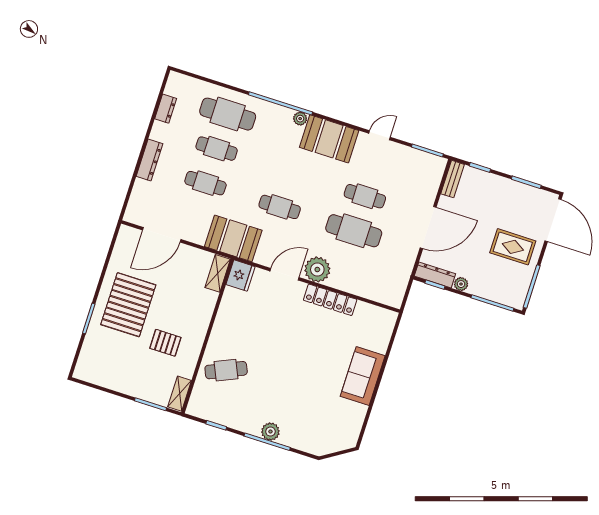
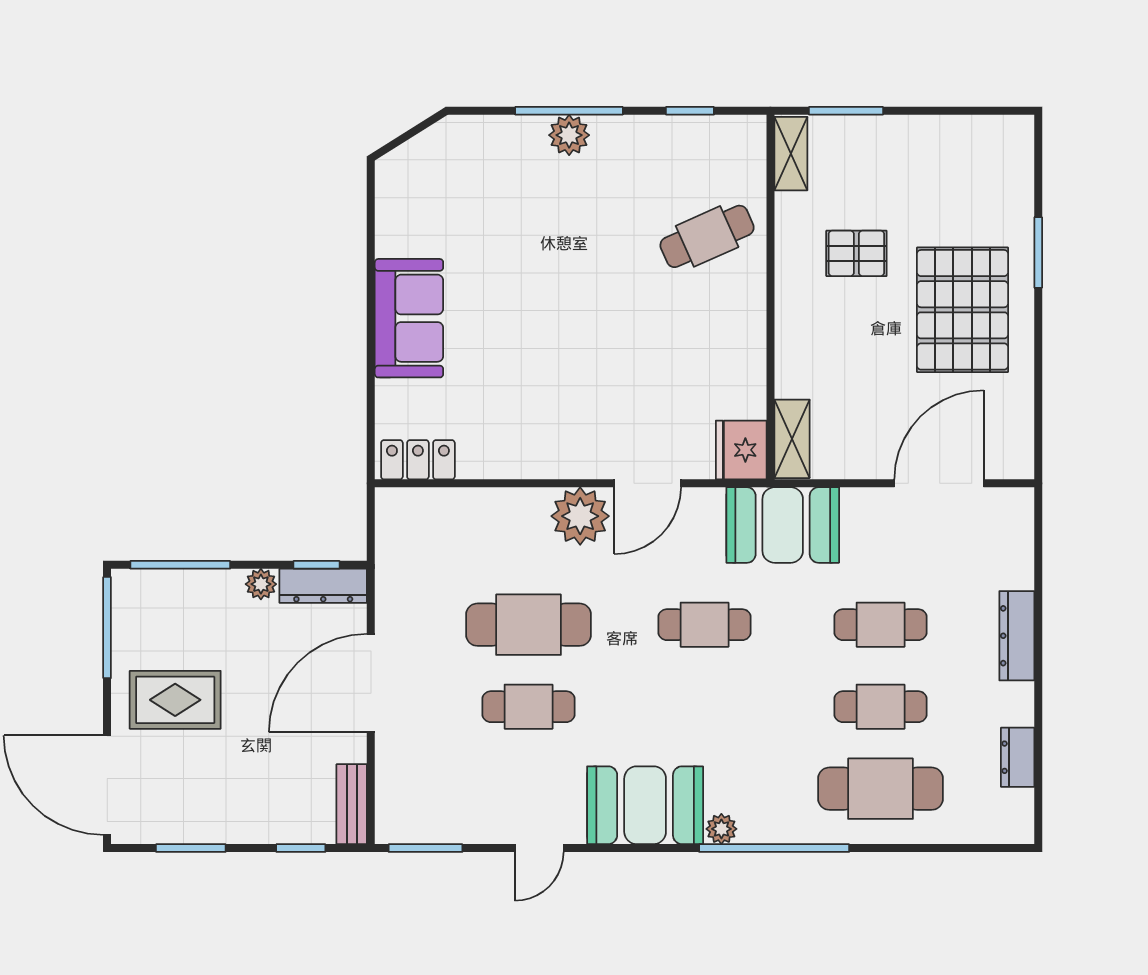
locker: (330, 300) -> (418, 460), moved, width x0.66

